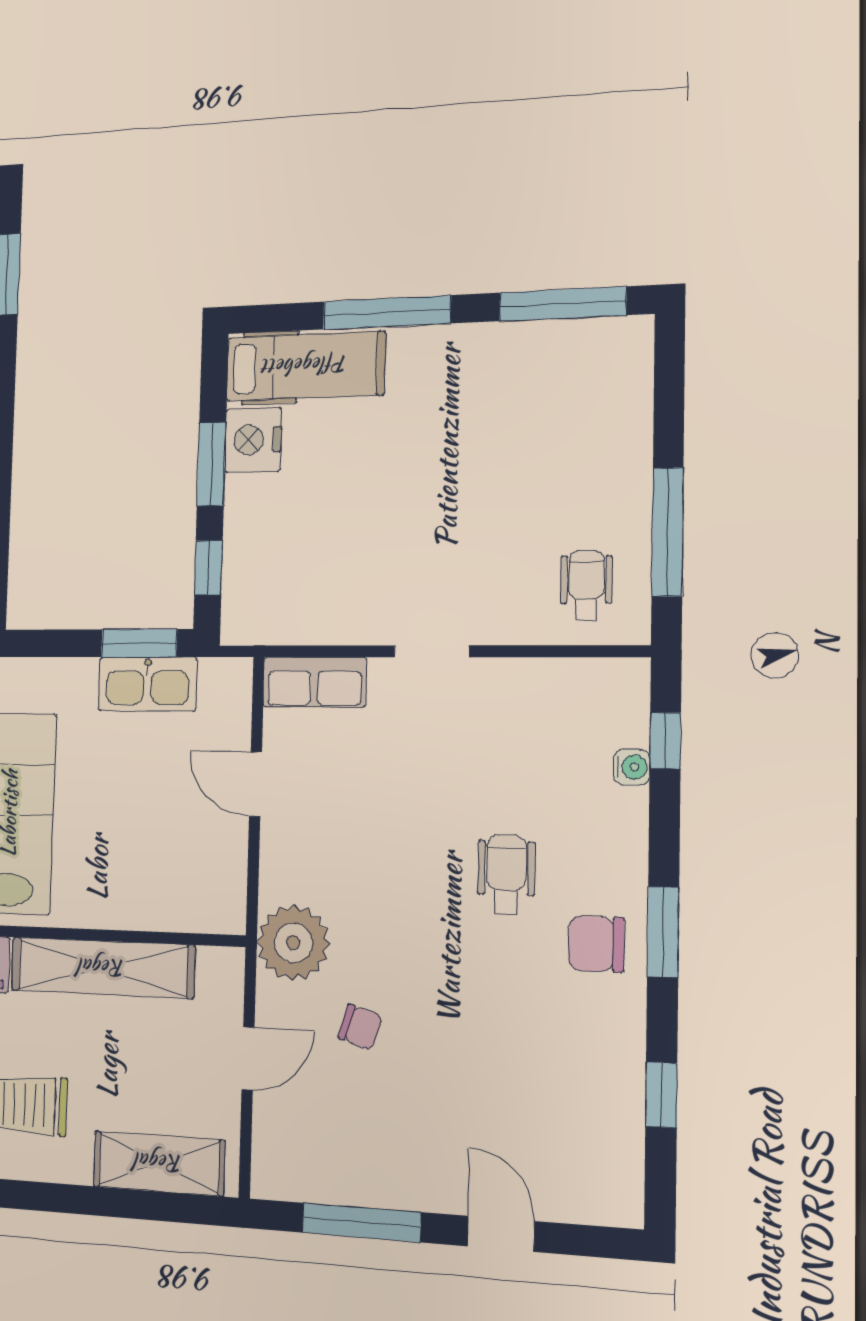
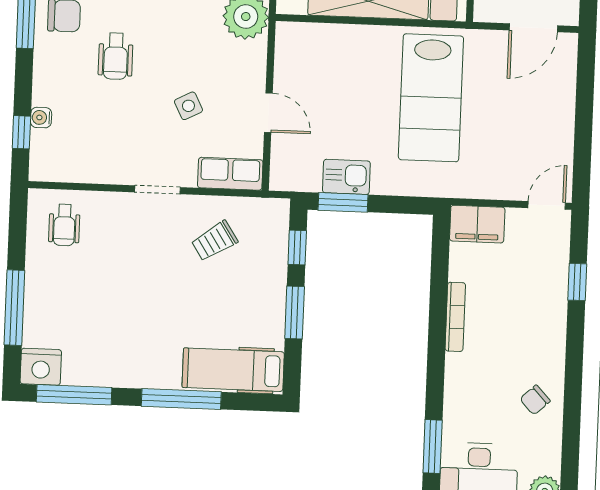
nightstand: (253, 440) -> (41, 367), moved, turned 90
window: (668, 532) -> (14, 308), moved
trolley: (338, 571) -> (215, 241), added
kitchen sink: (148, 684) -> (346, 177), width x0.73
side table: (383, 793) -> (188, 106), added

